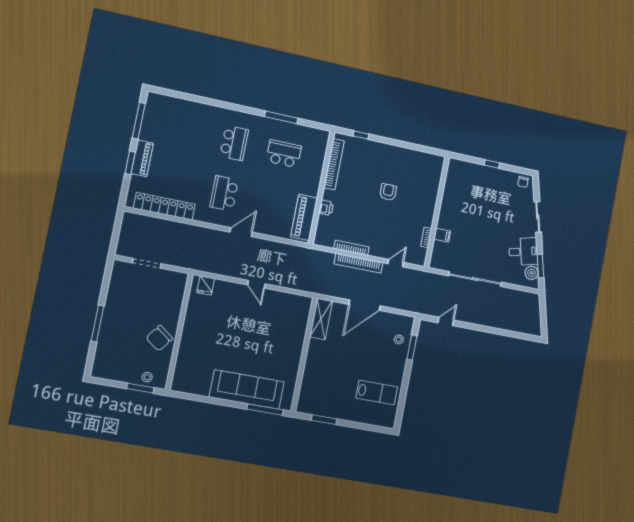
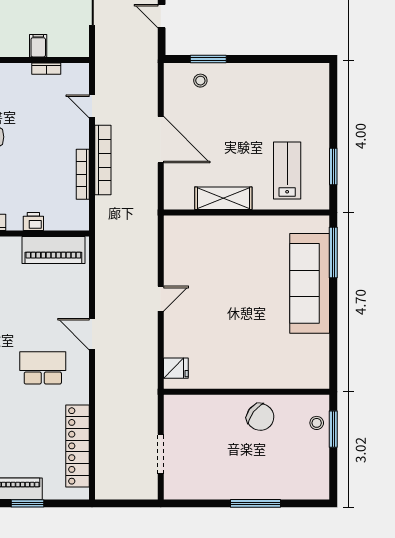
school desk: (224, 193) -> (43, 368), turned 180
shelving: (321, 319) -> (223, 198), moved
lab bench: (377, 393) -> (287, 170), moved

